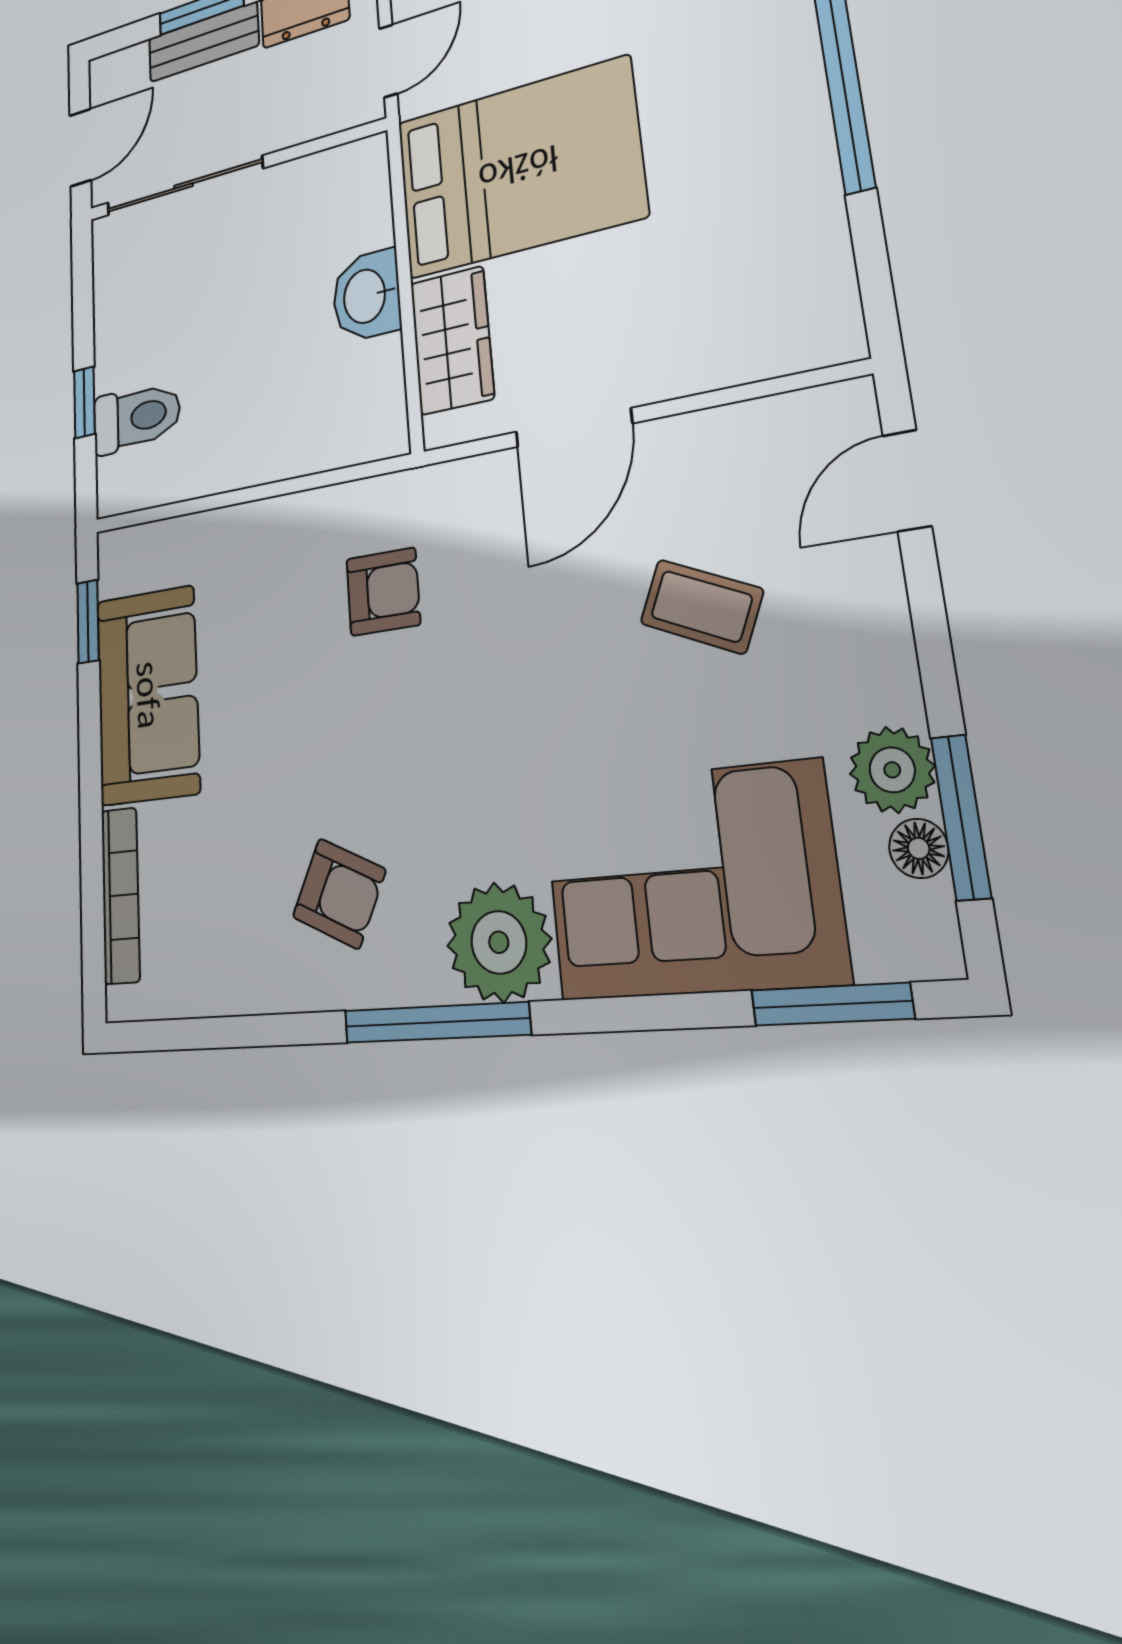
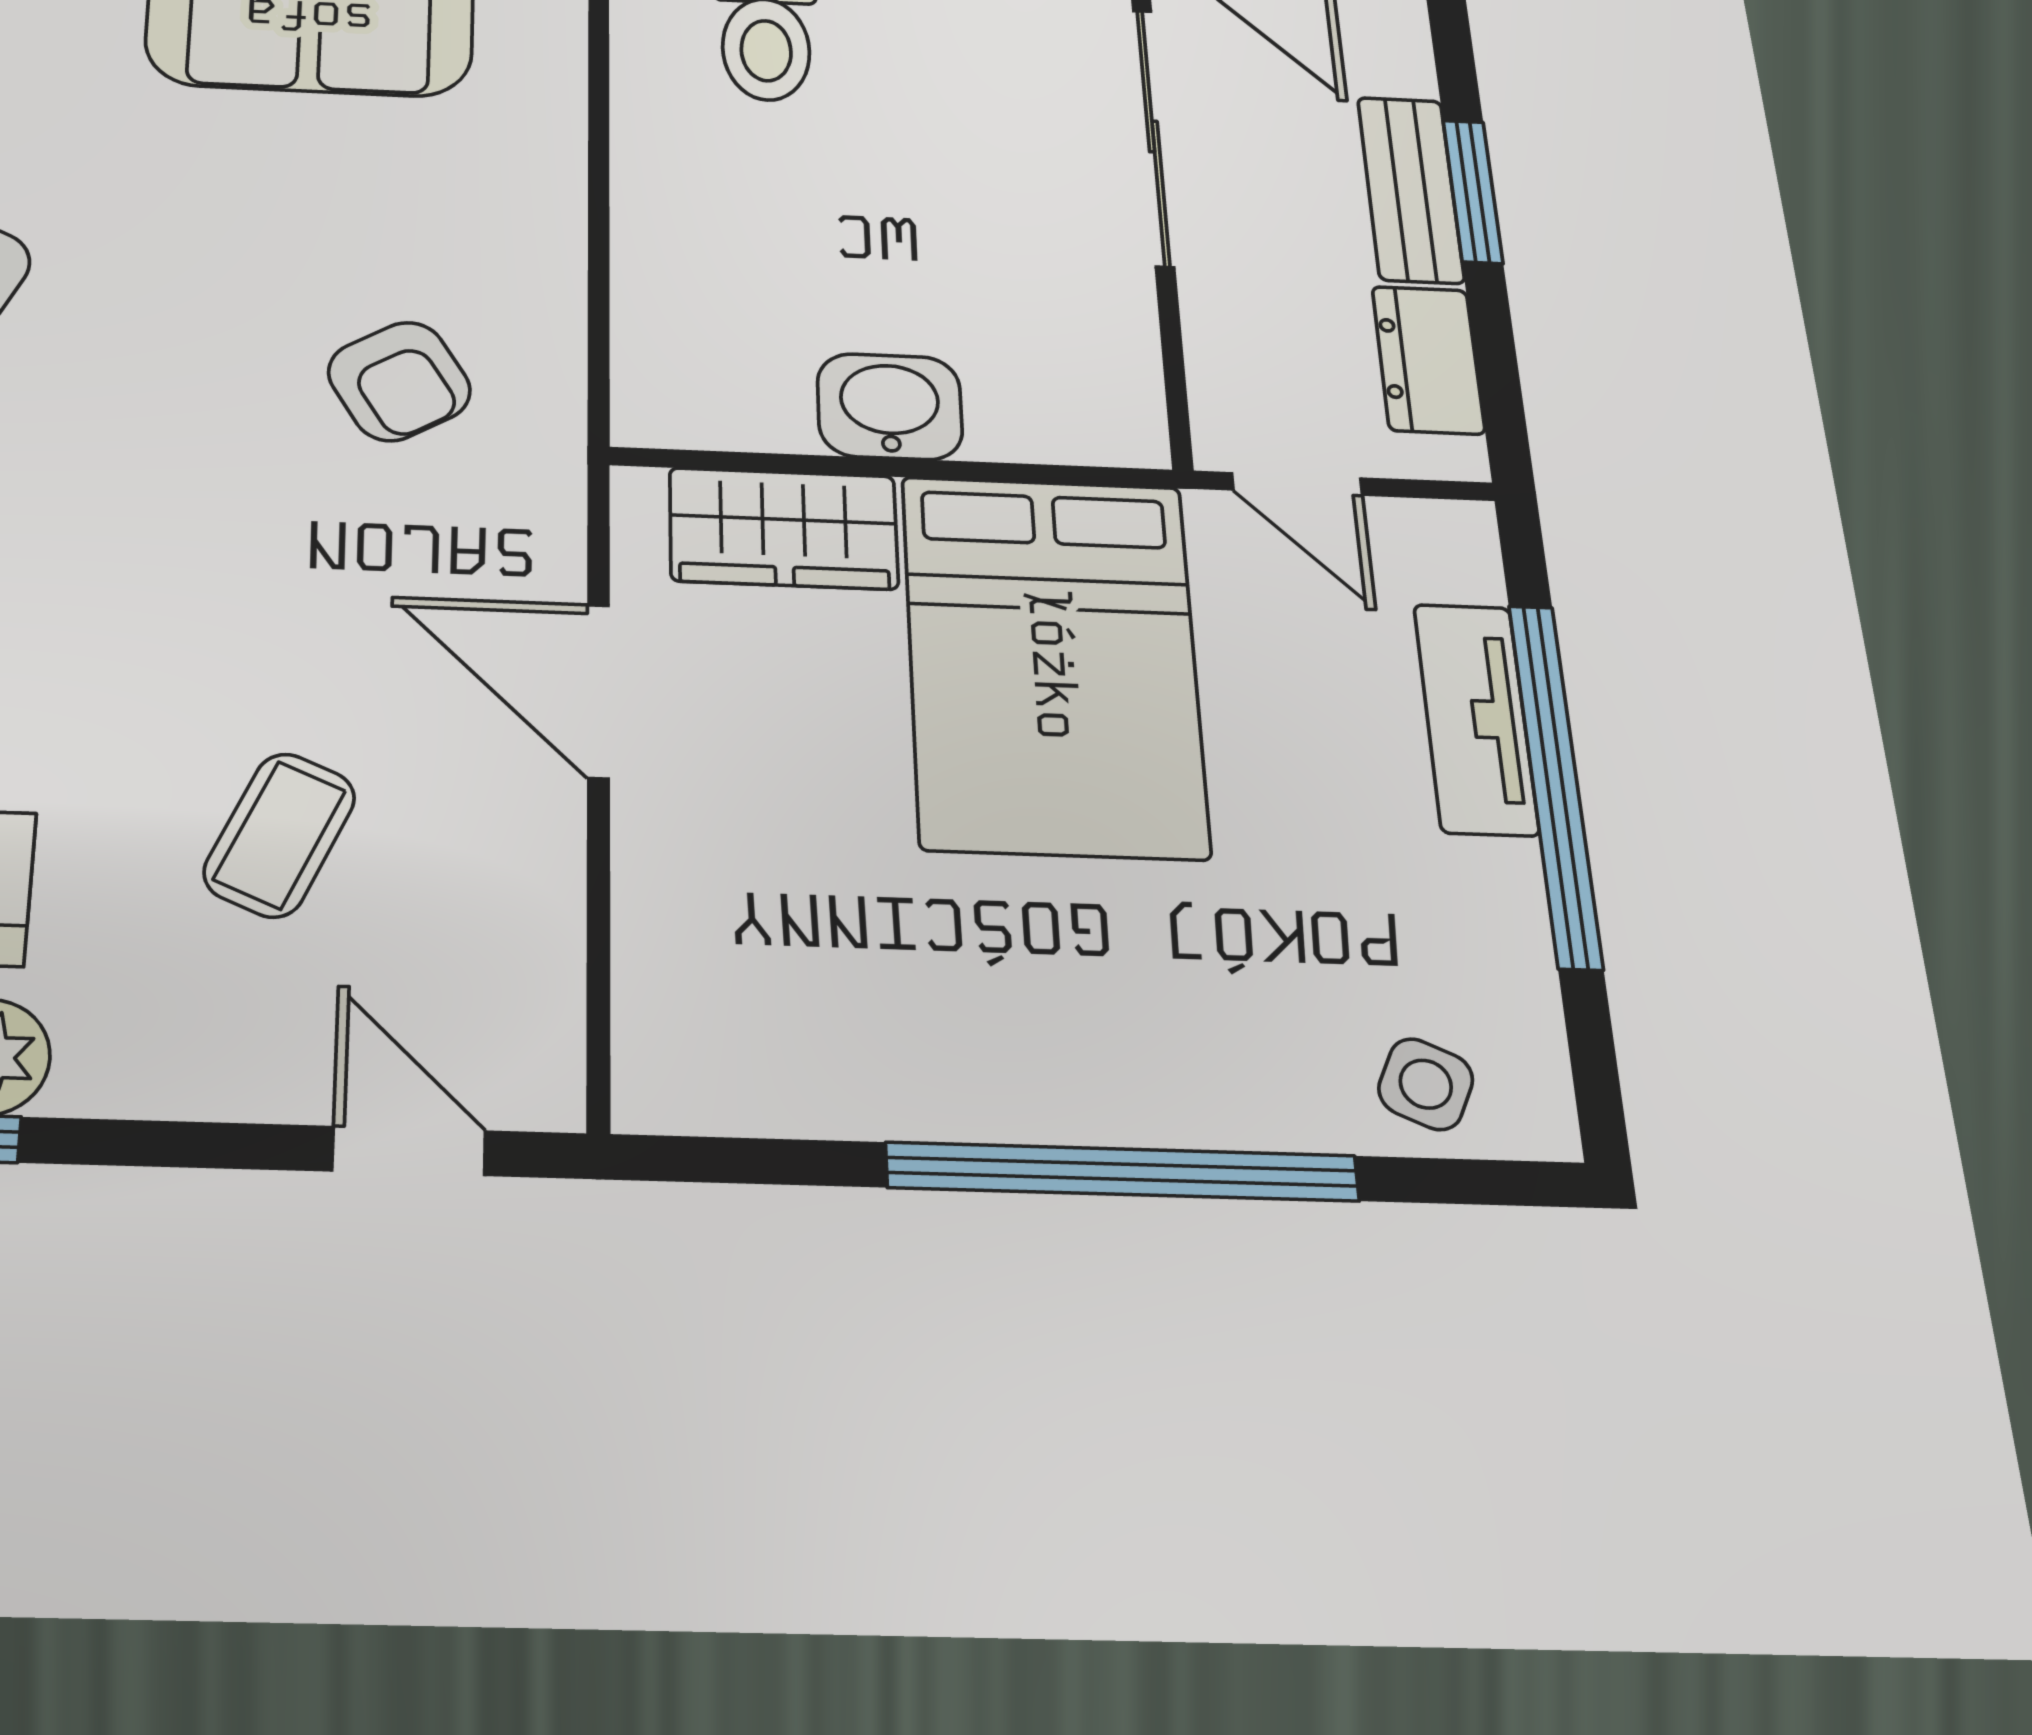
armchair: (383, 592) -> (399, 381), turned -31

